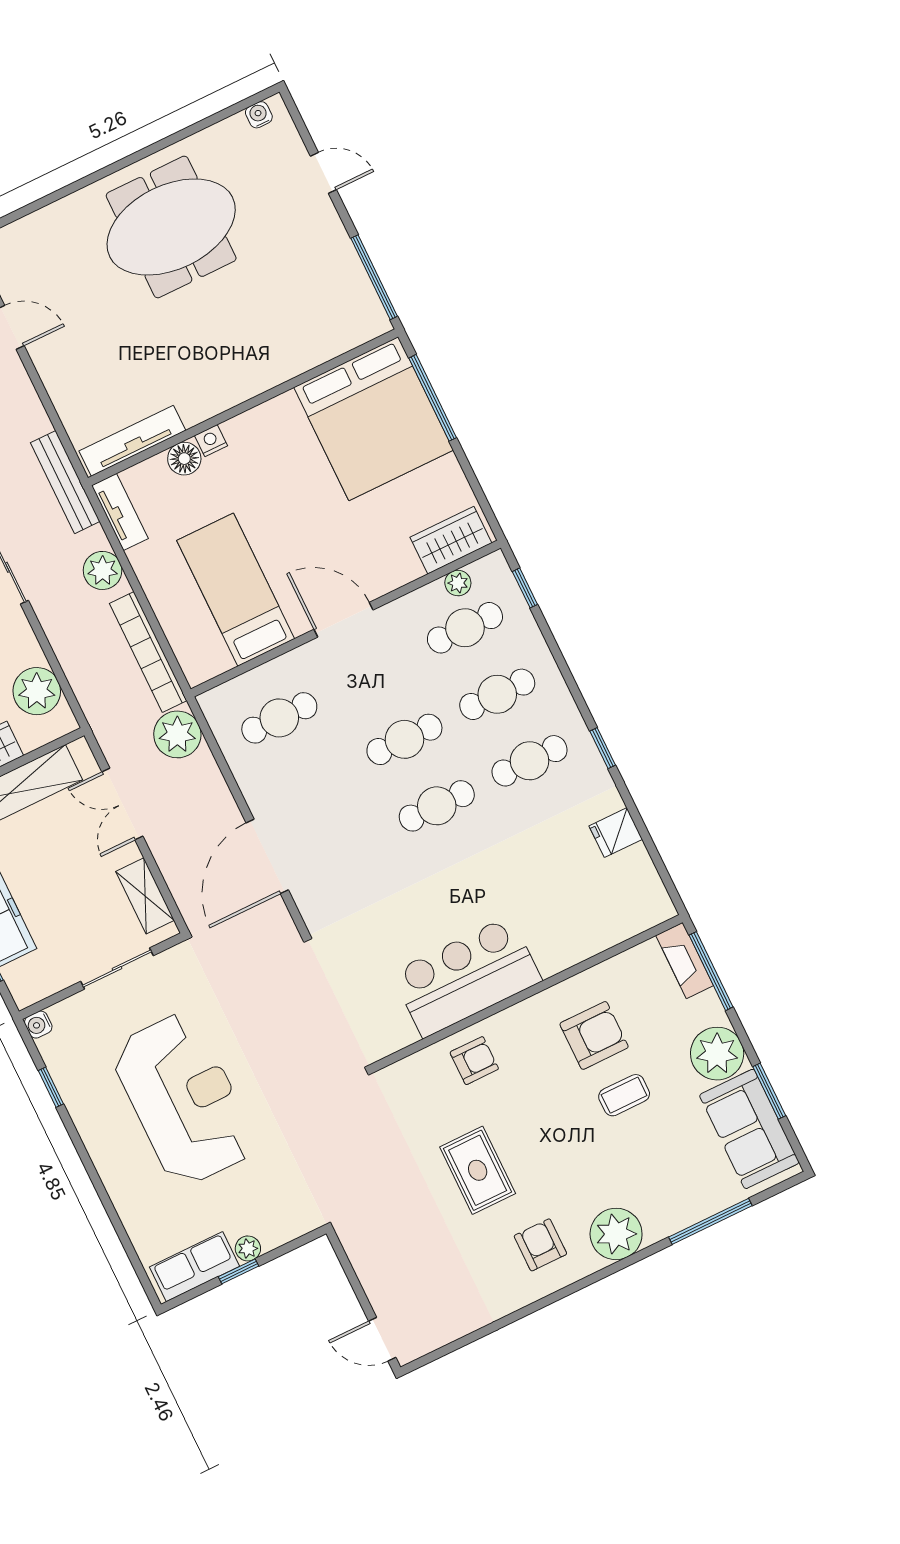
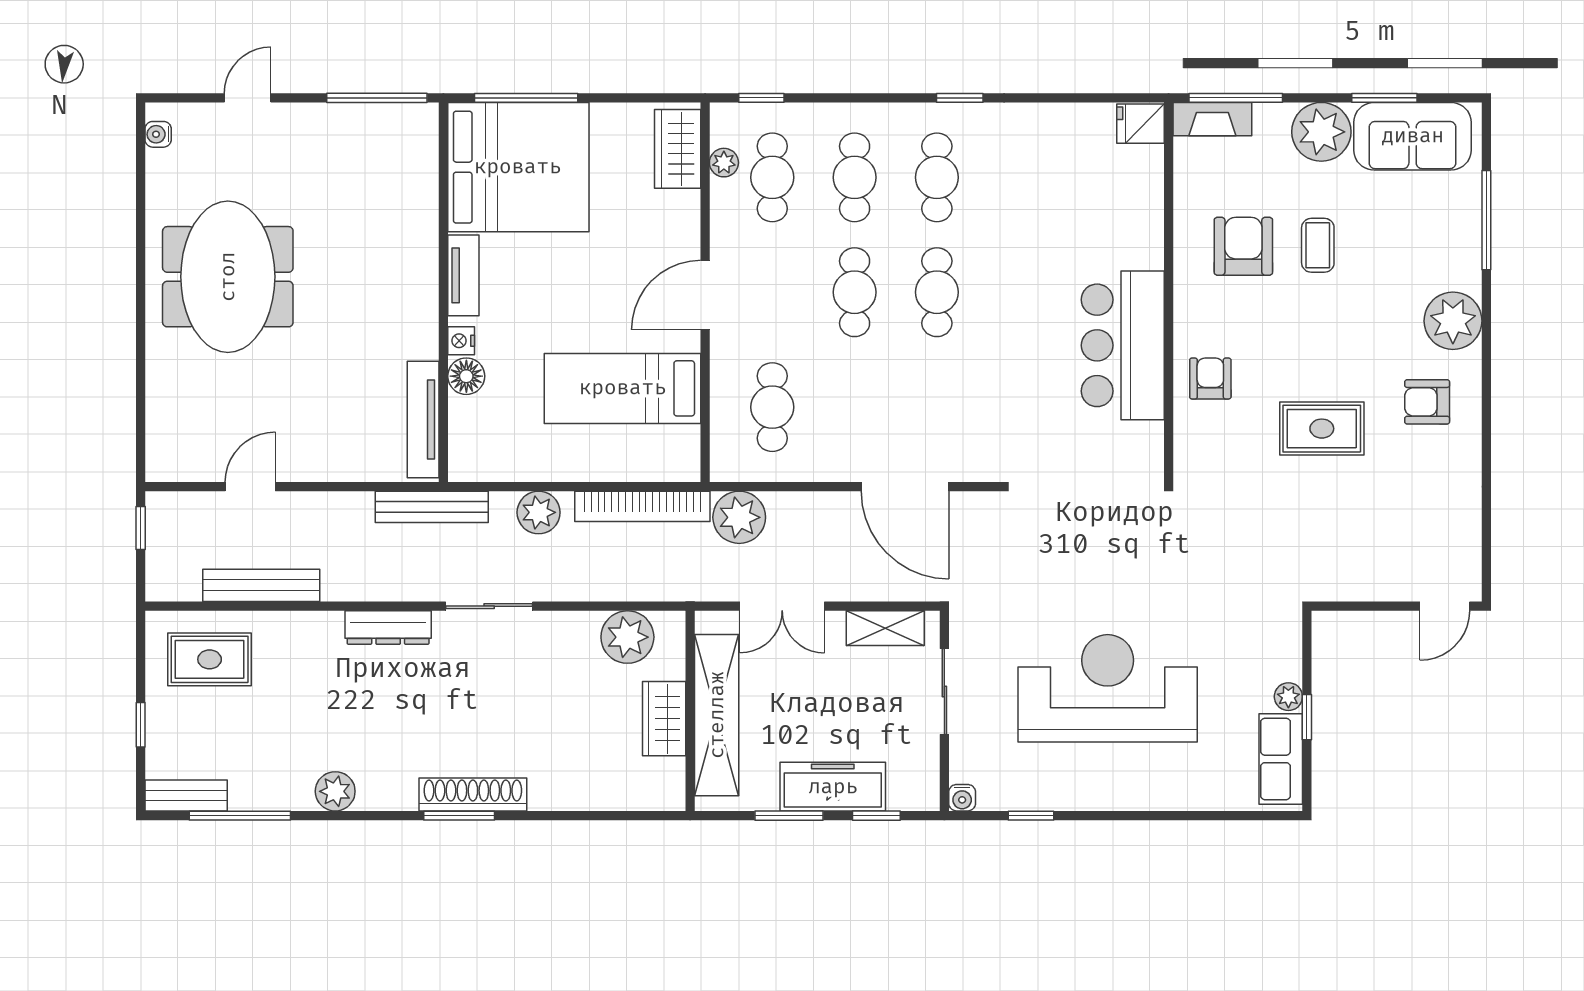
tv unit: (120, 512) -> (463, 275), moved, turned 90
fridge: (616, 833) -> (1141, 124), moved, turned 90

